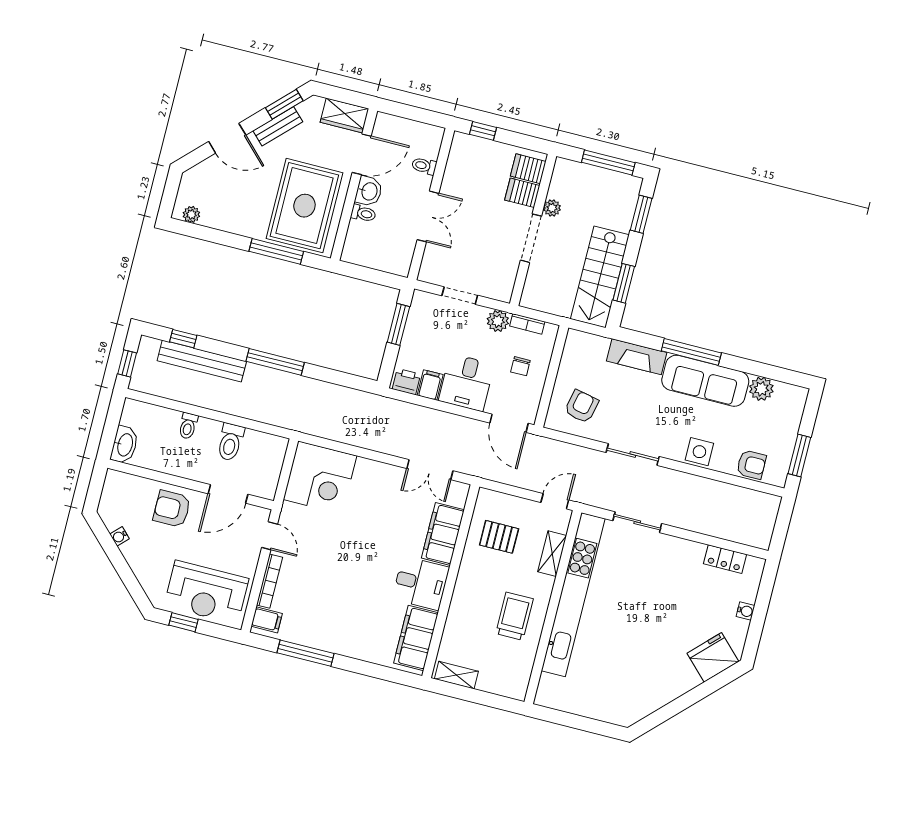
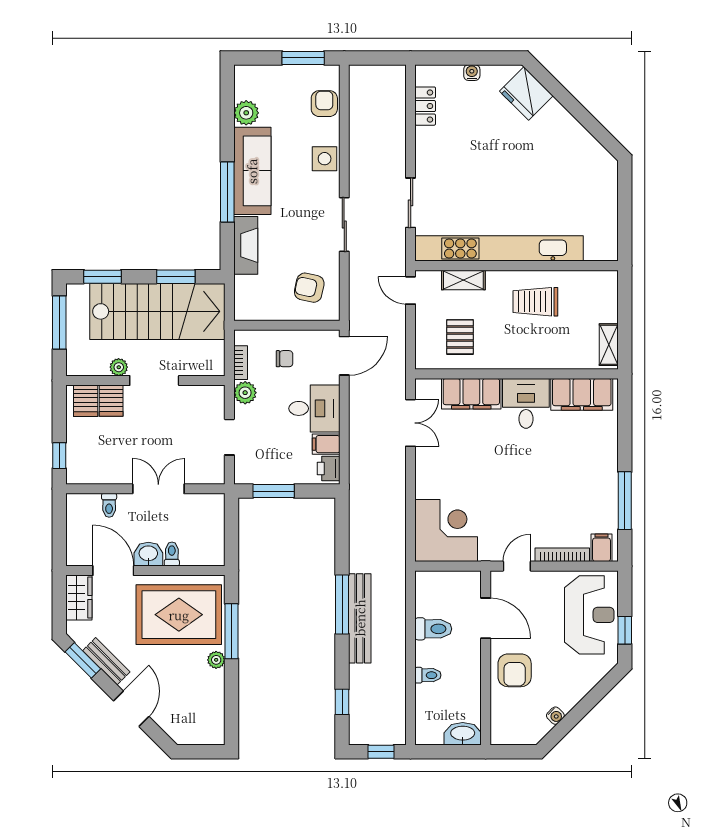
plant: (191, 214) -> (216, 660), moved
stairs: (600, 277) -> (157, 311), width x1.36, depth x1.51
bench: (202, 361) -> (360, 618), moved

